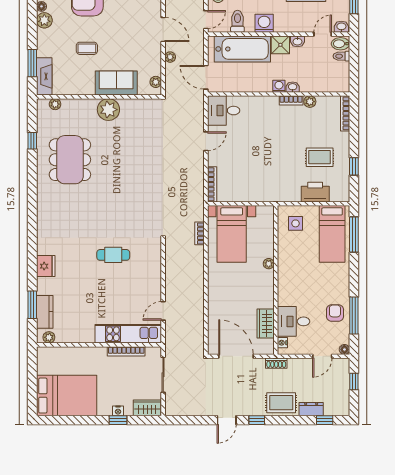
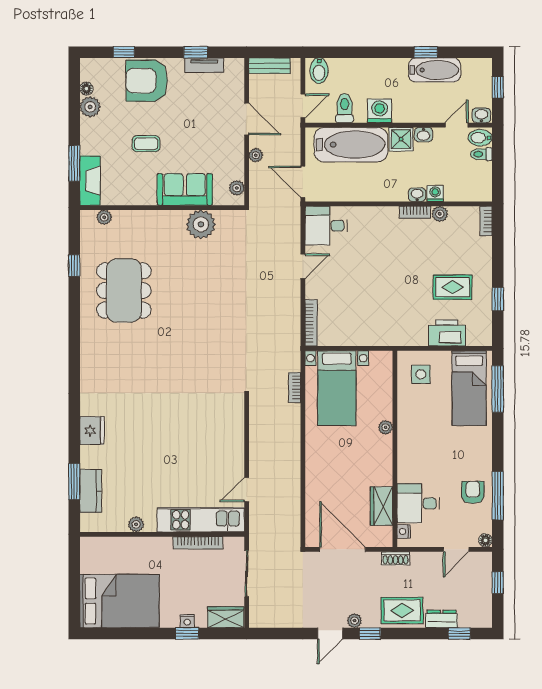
washing machine: (279, 86) -> (435, 194), moved
plant: (108, 110) -> (201, 224), moved
bookcase: (345, 113) -> (486, 221), width x0.64
cafe table: (113, 255) -> (181, 416), removed
plant: (49, 337) -> (136, 524), moved
plant: (245, 410) -> (355, 621), added

